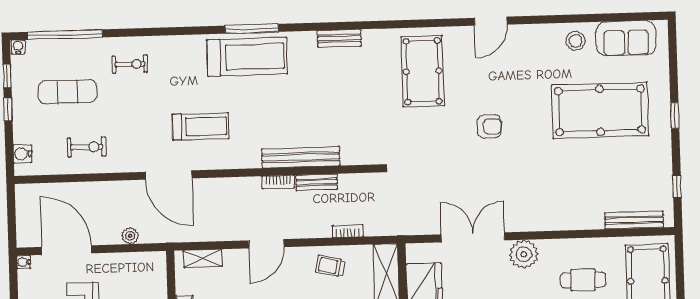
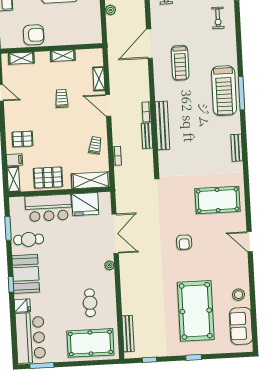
plant: (130, 236) -> (111, 10), moved
plant: (524, 254) -> (109, 265), width x0.53, depth x0.53
shelving: (203, 258) -> (99, 79), moved

